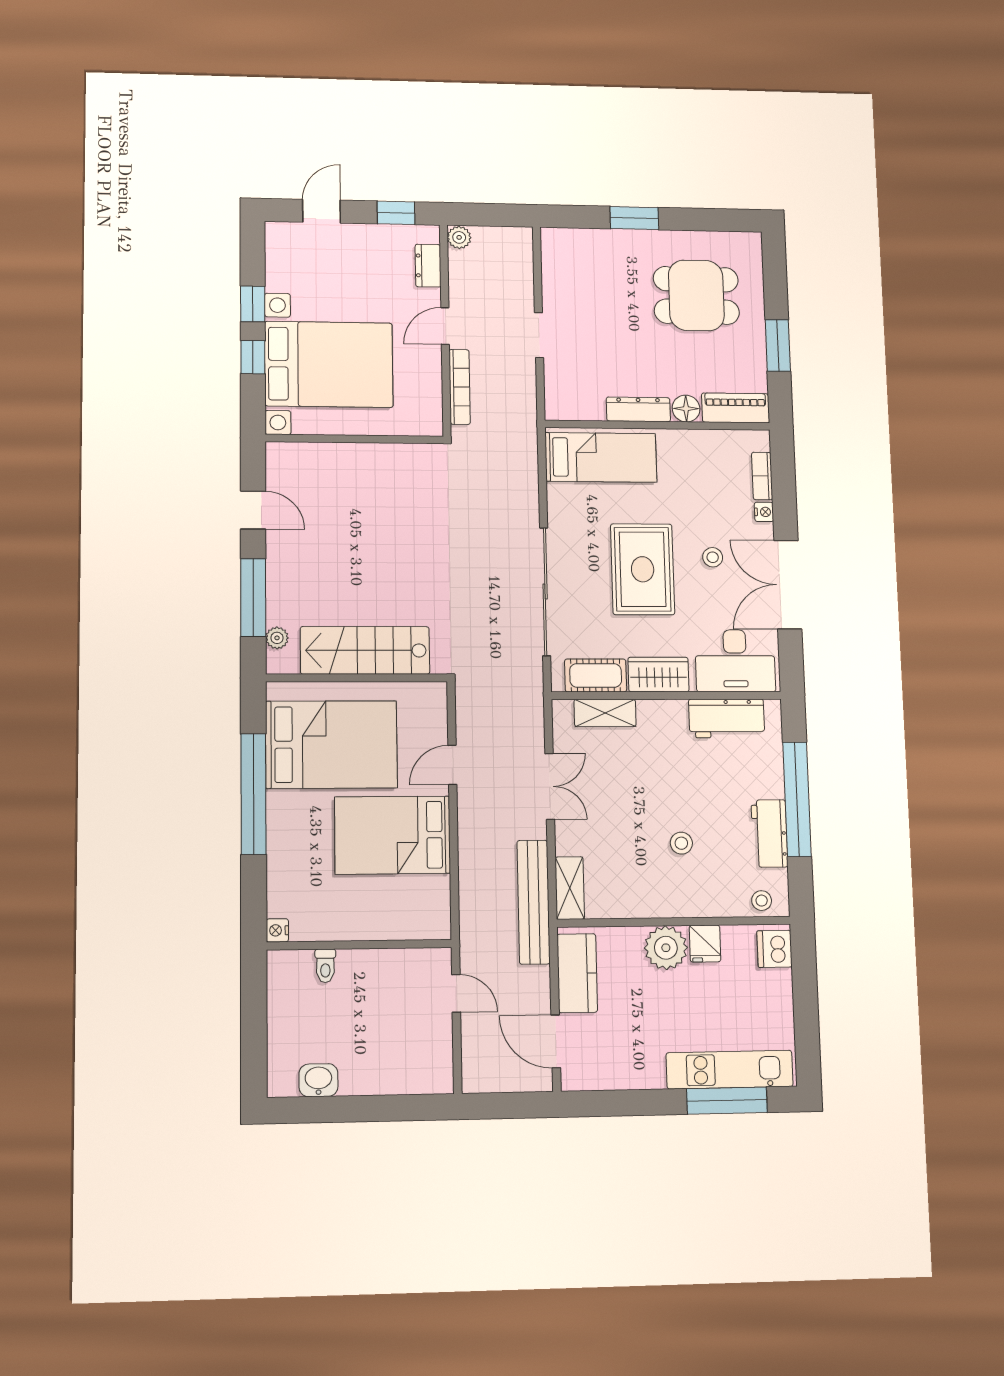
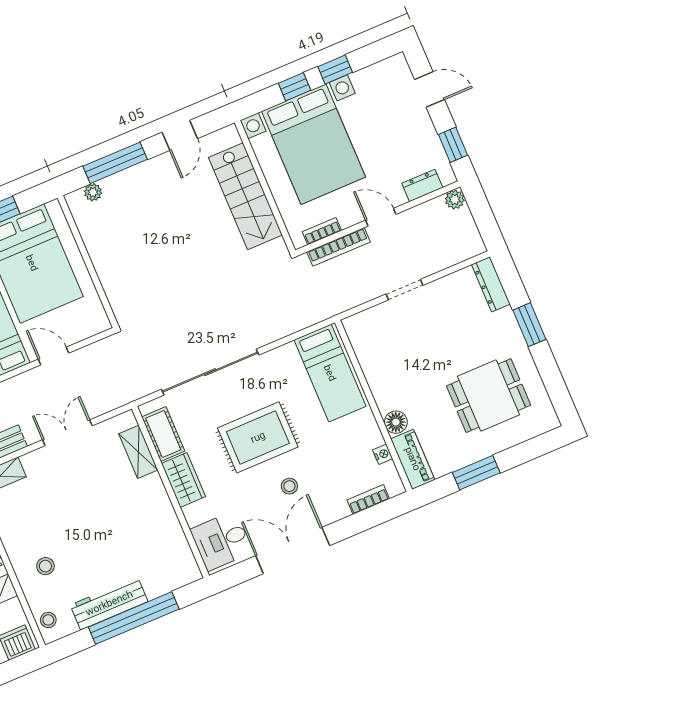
dining table: (696, 295) -> (489, 396), turned 90
bookcase: (434, 397) -> (322, 231), added
dresser: (638, 409) -> (491, 284), moved, turned 180
nightstand: (764, 512) -> (383, 454), moved, turned -90
stairs: (365, 650) -> (245, 196), moved, turned 180
desk: (735, 661) -> (221, 541), width x0.73
workbench: (727, 718) -> (172, 543), removed
double door: (550, 786) -> (67, 433), swing flipped
workbench: (769, 833) -> (109, 603), width x1.38
stool: (681, 843) -> (45, 566), moved

